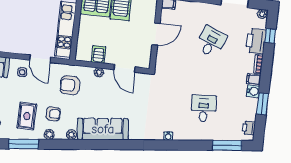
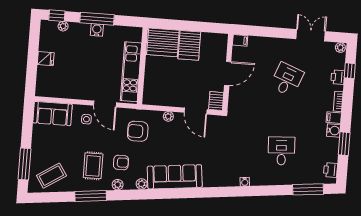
printer: (256, 41) -> (338, 77), width x0.53, depth x0.68
server rack: (99, 54) -> (216, 101), moved

